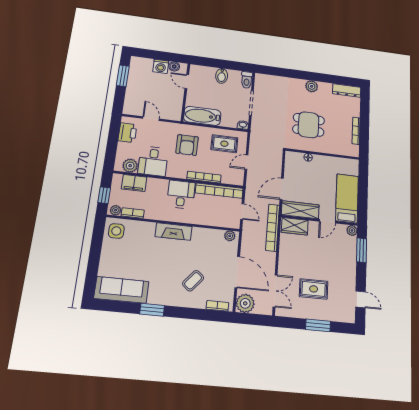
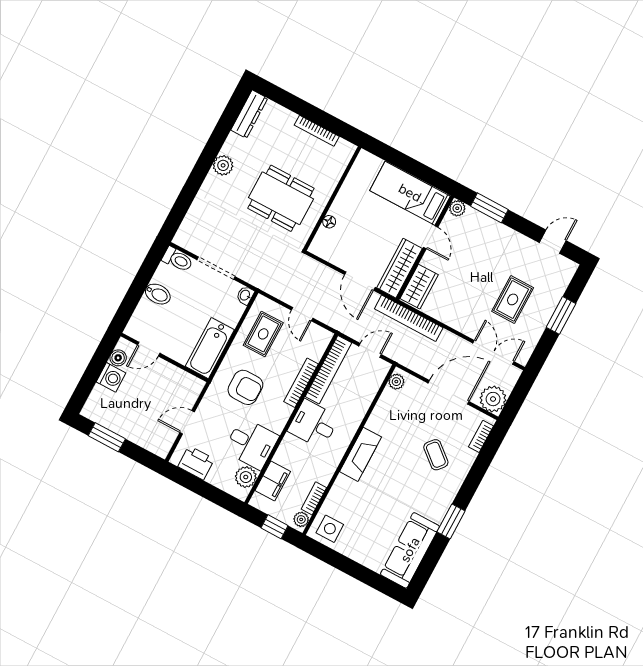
dining table: (309, 125) -> (281, 198), width x1.38

